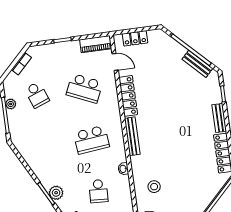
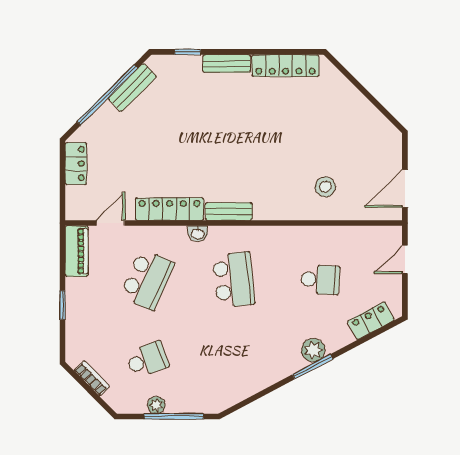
locker: (135, 38) -> (76, 164), moved
bench: (132, 136) -> (229, 212), width x0.73
washbasin: (123, 169) -> (198, 234), moved

